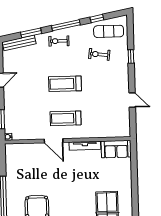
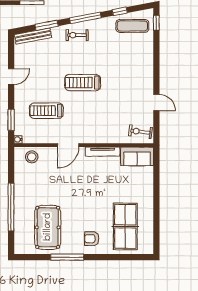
exercise bike: (99, 54) -> (140, 132), moved
window: (131, 56) -> (156, 23), moved
treadmill: (66, 118) -> (46, 111), moved
door: (54, 141) -> (68, 145), hinge flipped
stool: (21, 152) -> (32, 157), added

